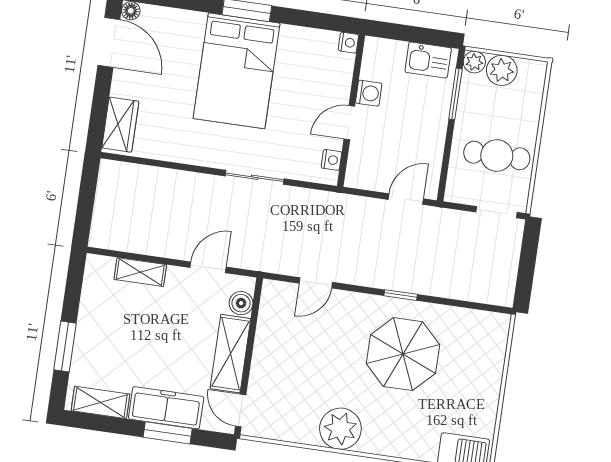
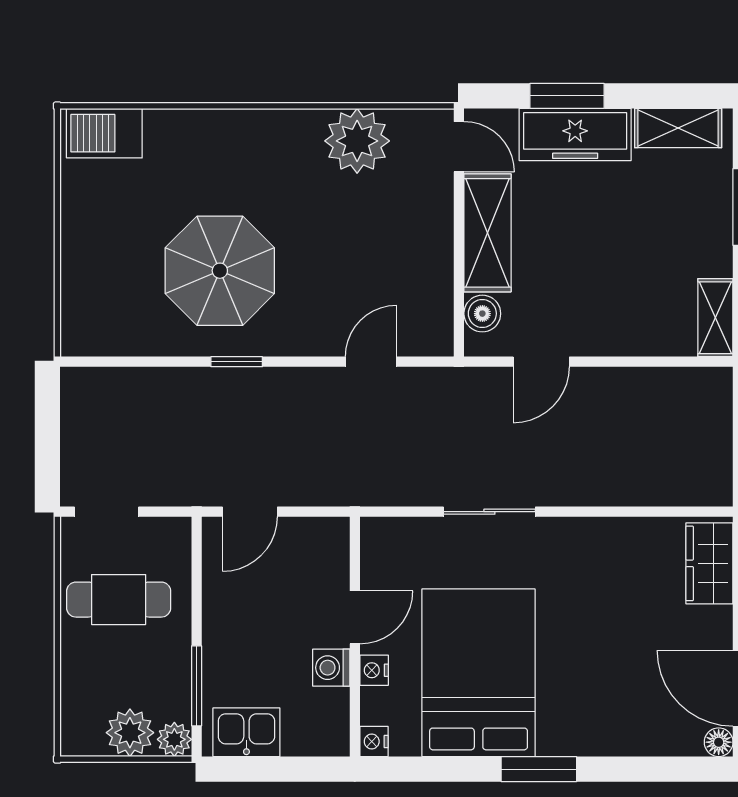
bed: (237, 71) -> (479, 673), moved
nightstand: (331, 160) -> (374, 670), moved
shelving: (140, 272) -> (715, 318), moved, turned 90
plant: (340, 429) -> (357, 141), moved

